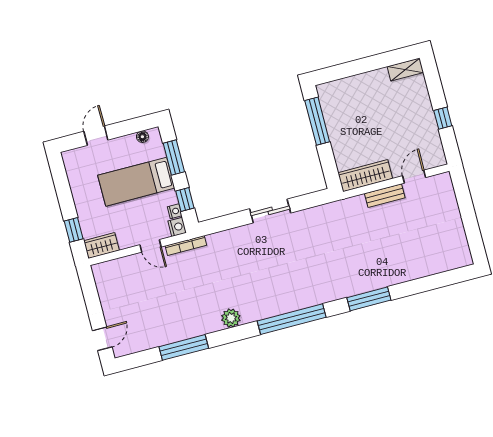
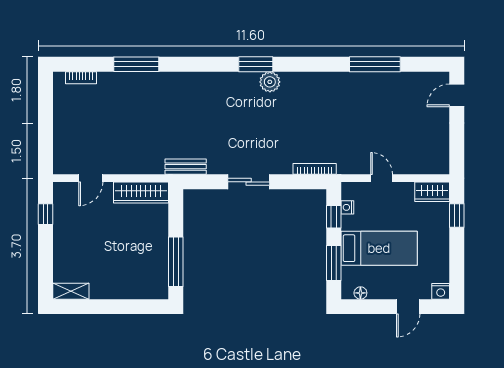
window: (443, 118) -> (45, 214), moved
bench: (385, 196) -> (186, 167), moved
nightstand: (177, 227) -> (441, 291), moved, turned -90
bookcase: (186, 245) -> (315, 169), moved
bookcase: (447, 265) -> (81, 78), added
window: (369, 299) -> (136, 64), moved
plant: (231, 318) -> (270, 82), moved
window: (292, 319) -> (256, 64), width x0.47

